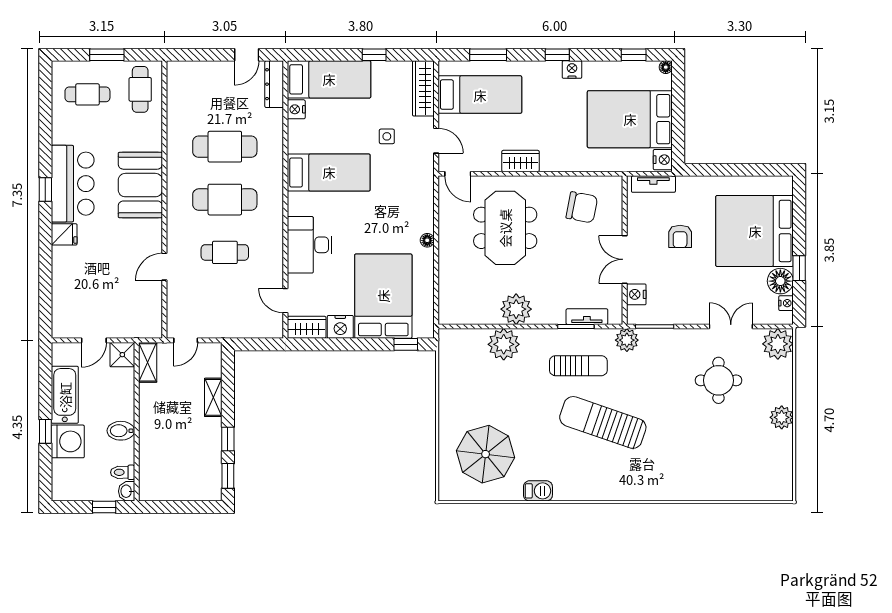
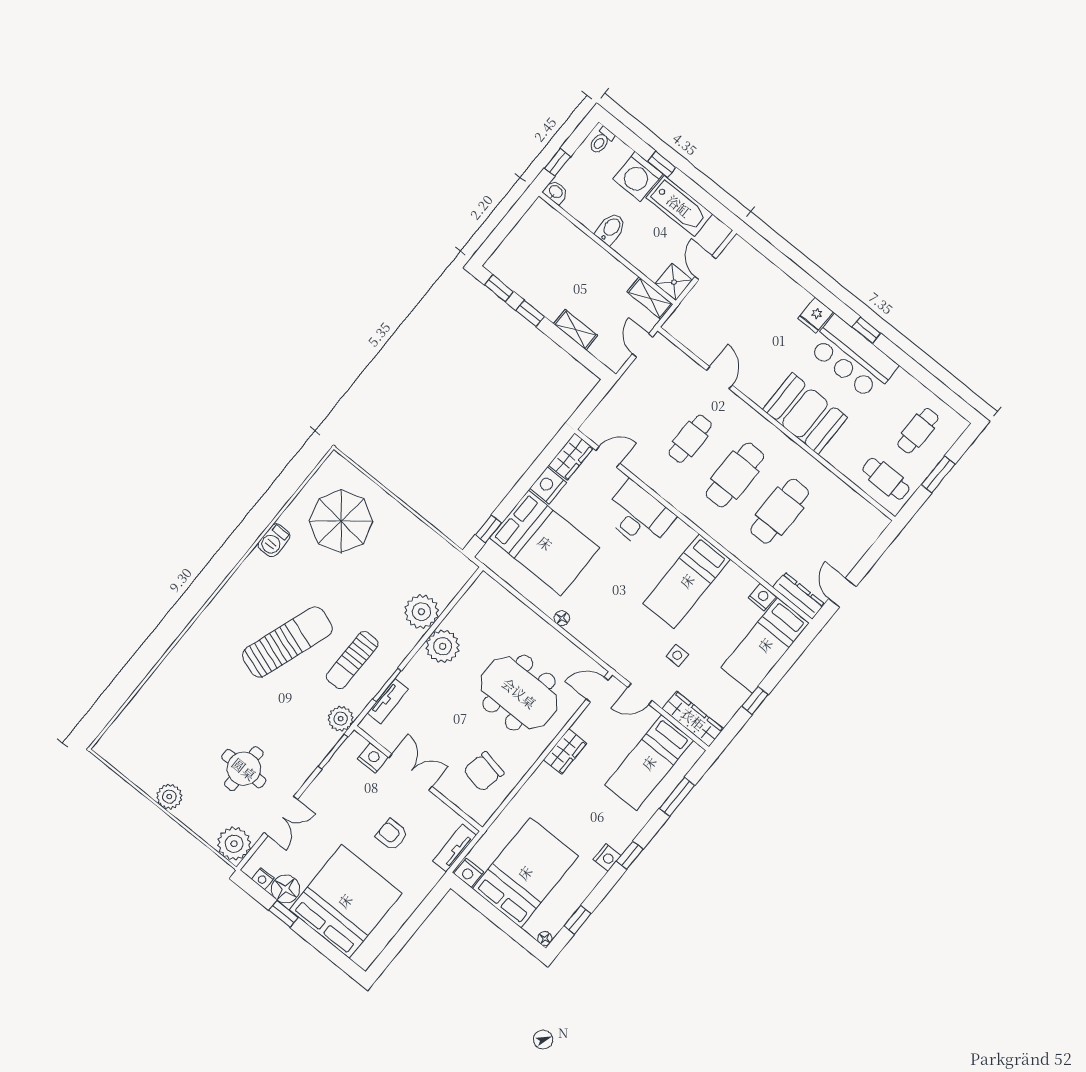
toilet: (123, 472) -> (601, 141), moved, turned 180

